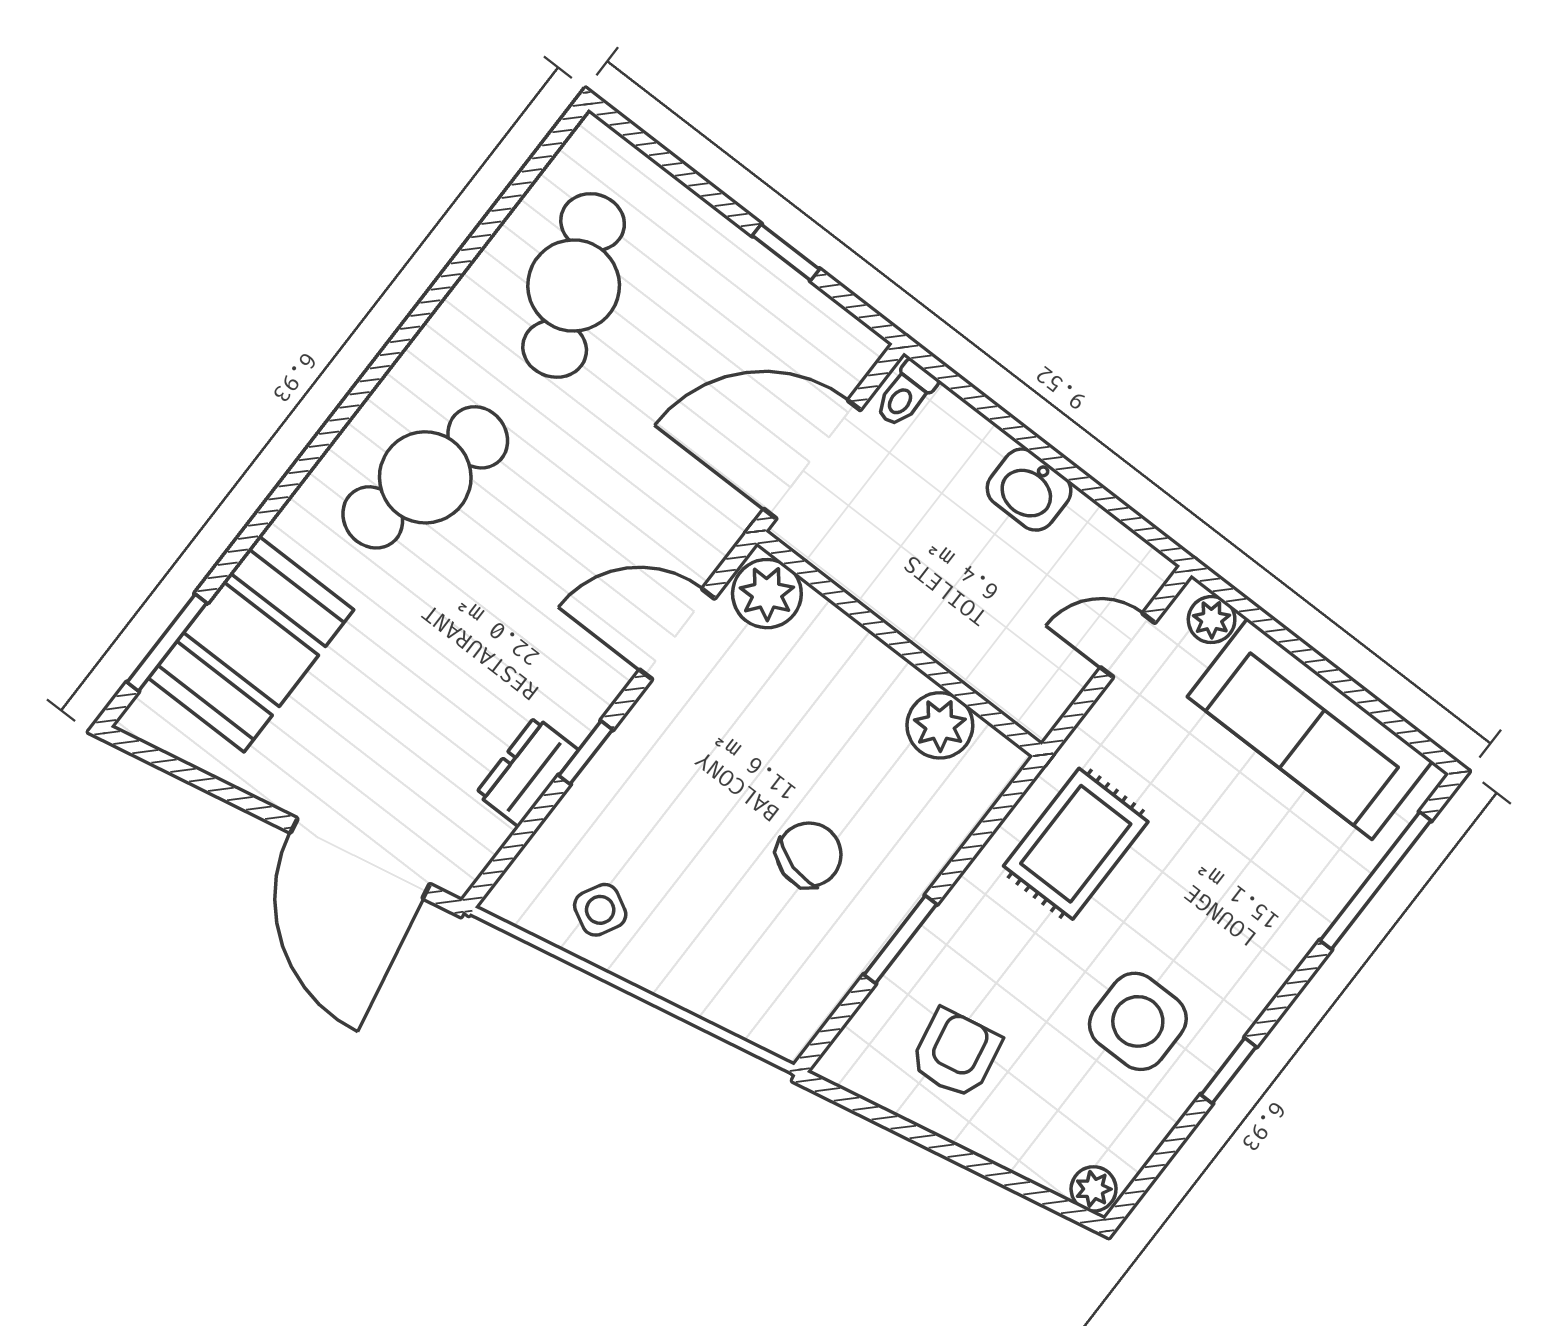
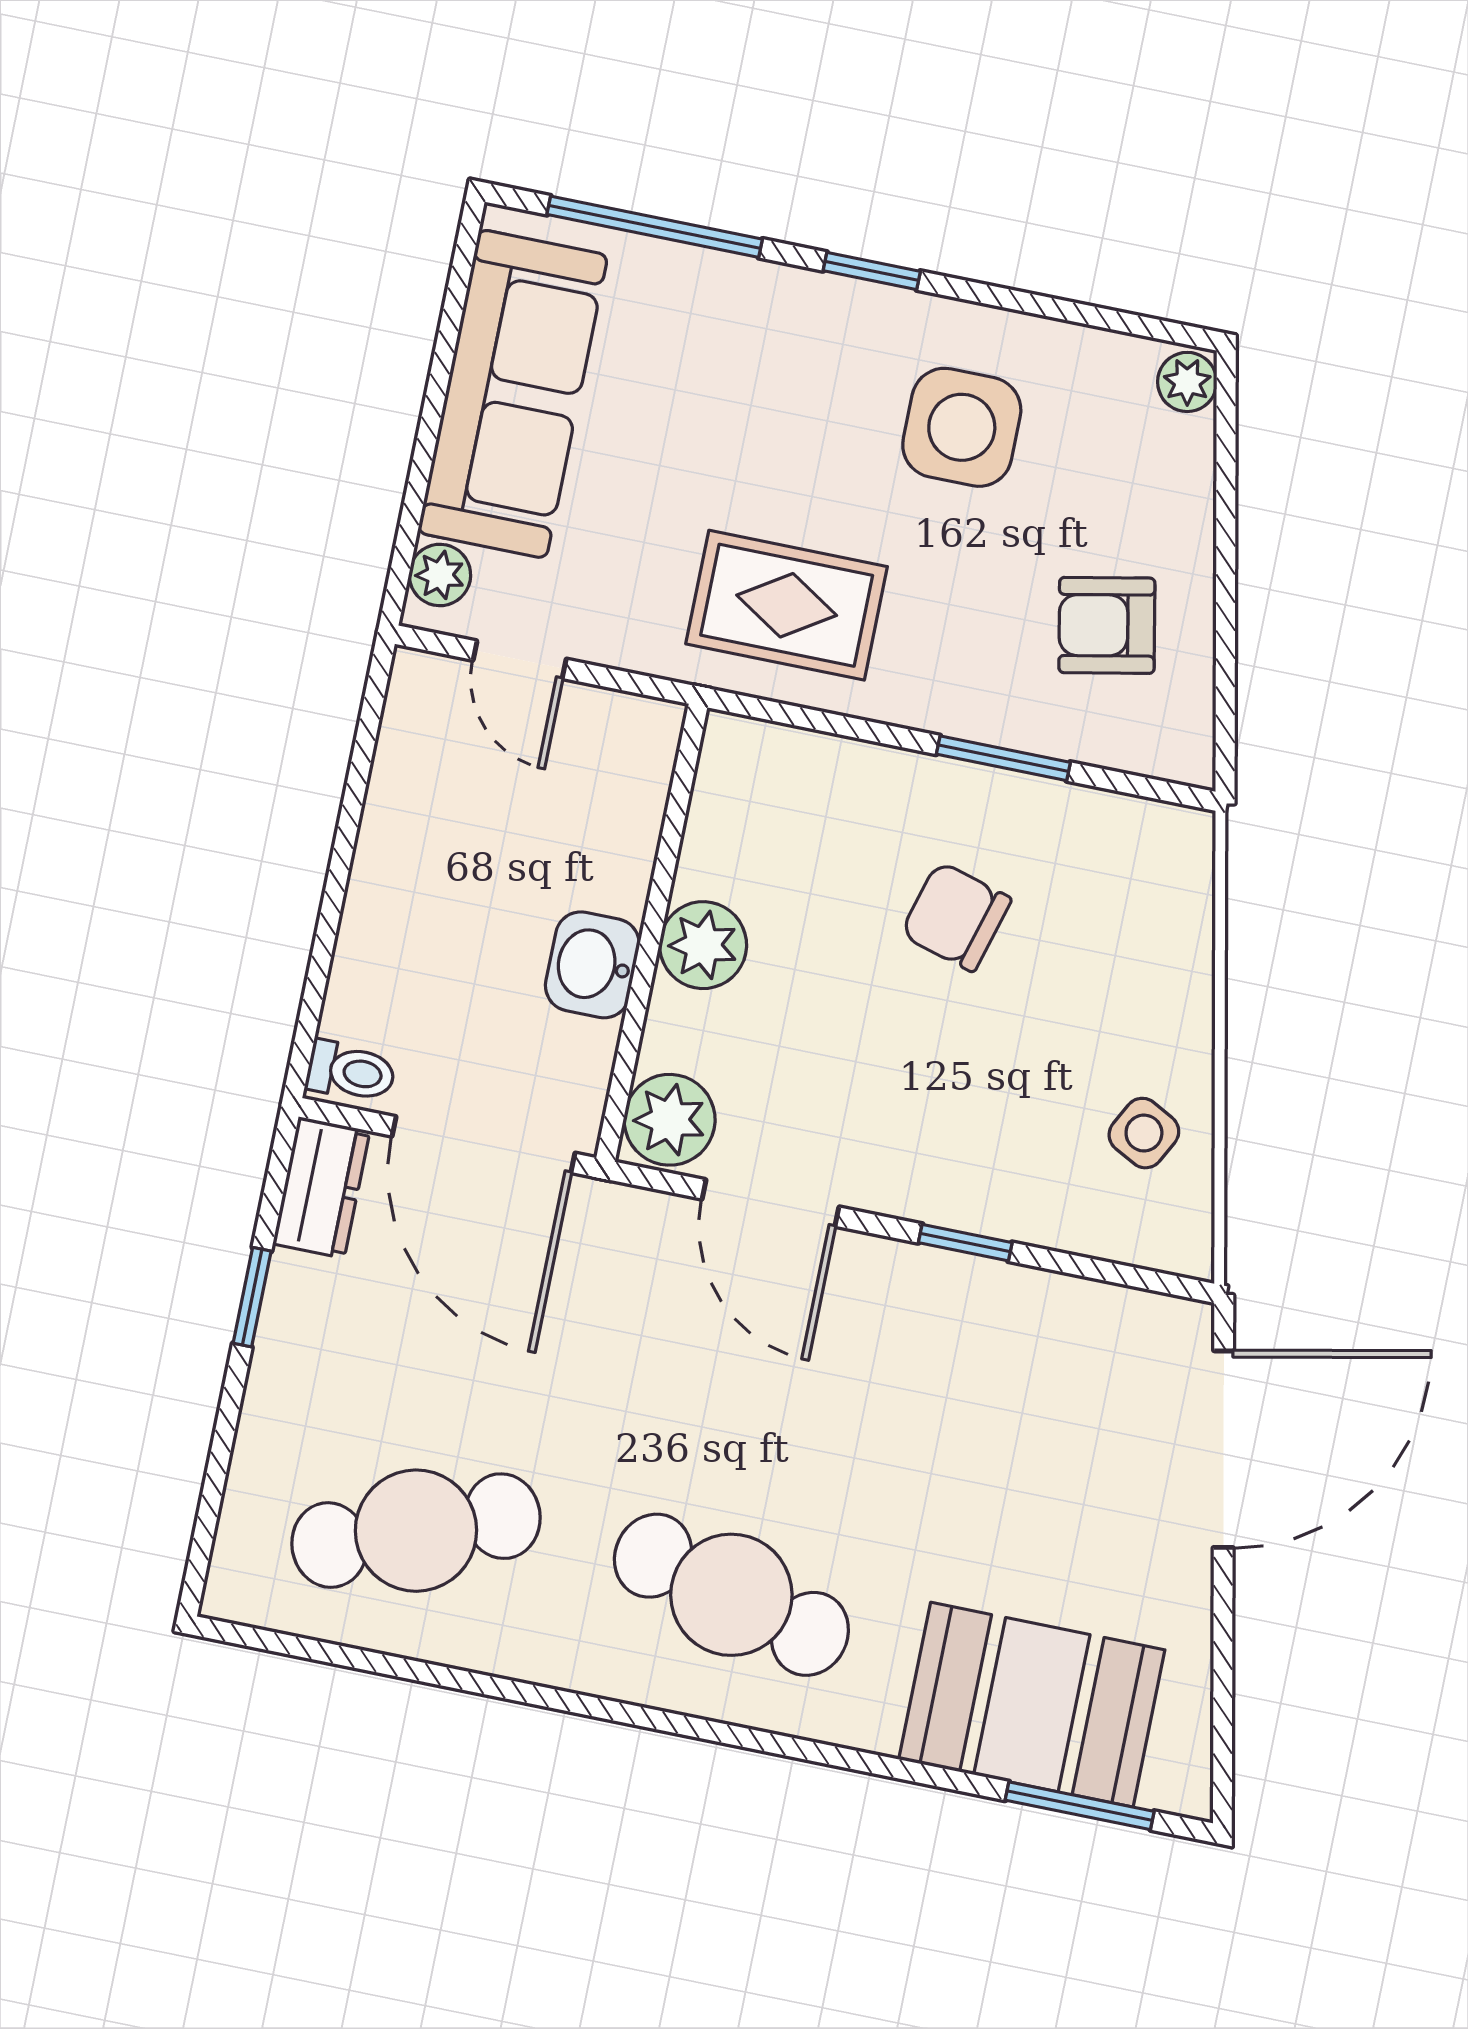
washbasin: (1029, 490) -> (592, 965), moved, turned 180
plant: (940, 725) -> (703, 945), moved
dresser: (527, 772) -> (321, 1188), moved, turned -90
window: (1229, 1071) -> (872, 271), moved

